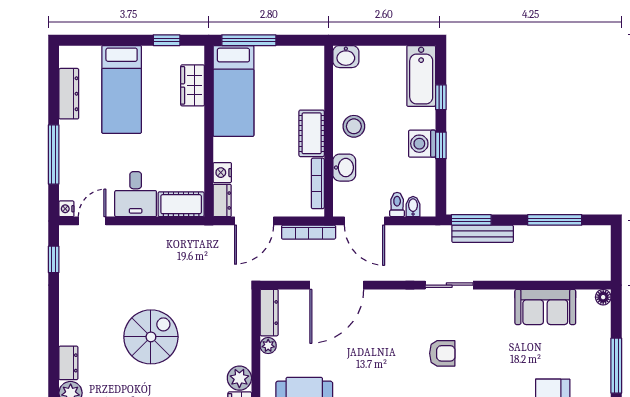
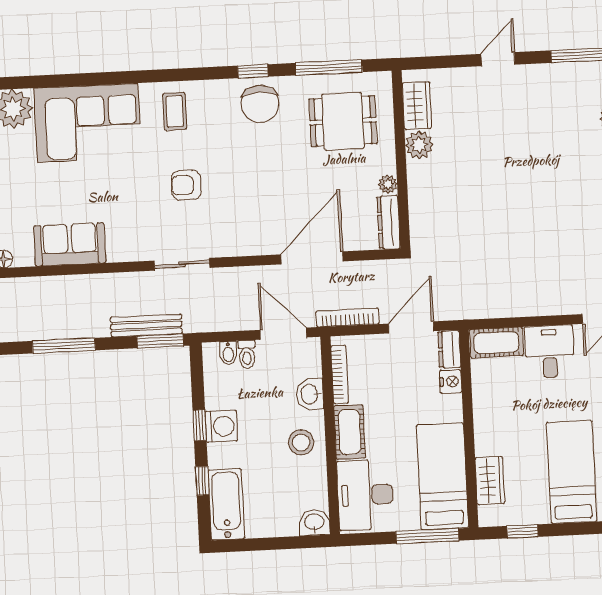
desk: (301, 78) -> (365, 495), added
spiral stairs: (151, 337) -> (524, 188), removed

